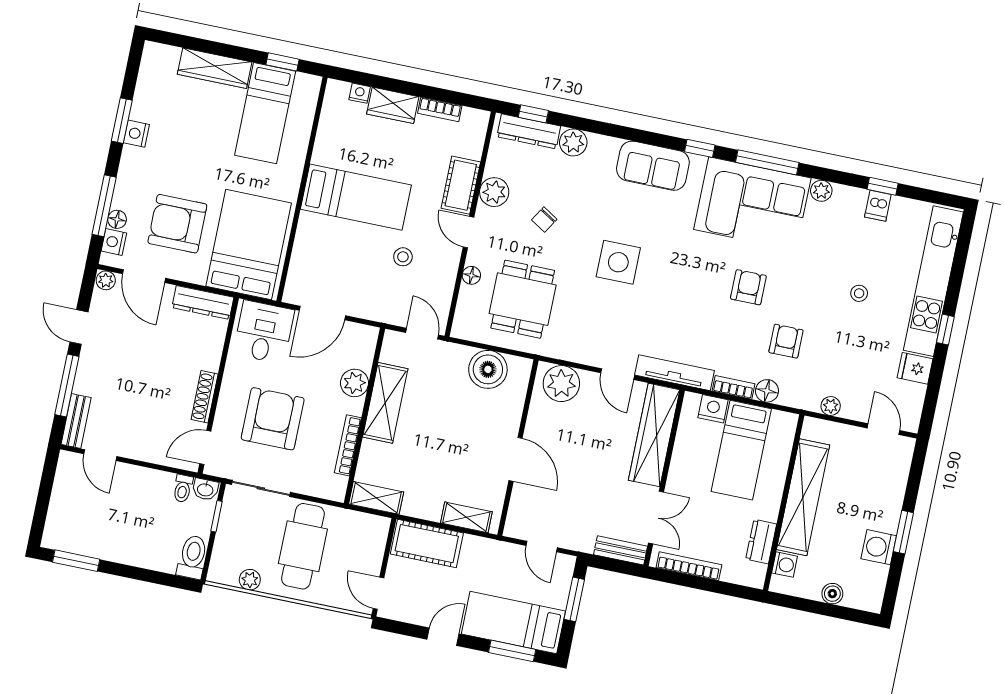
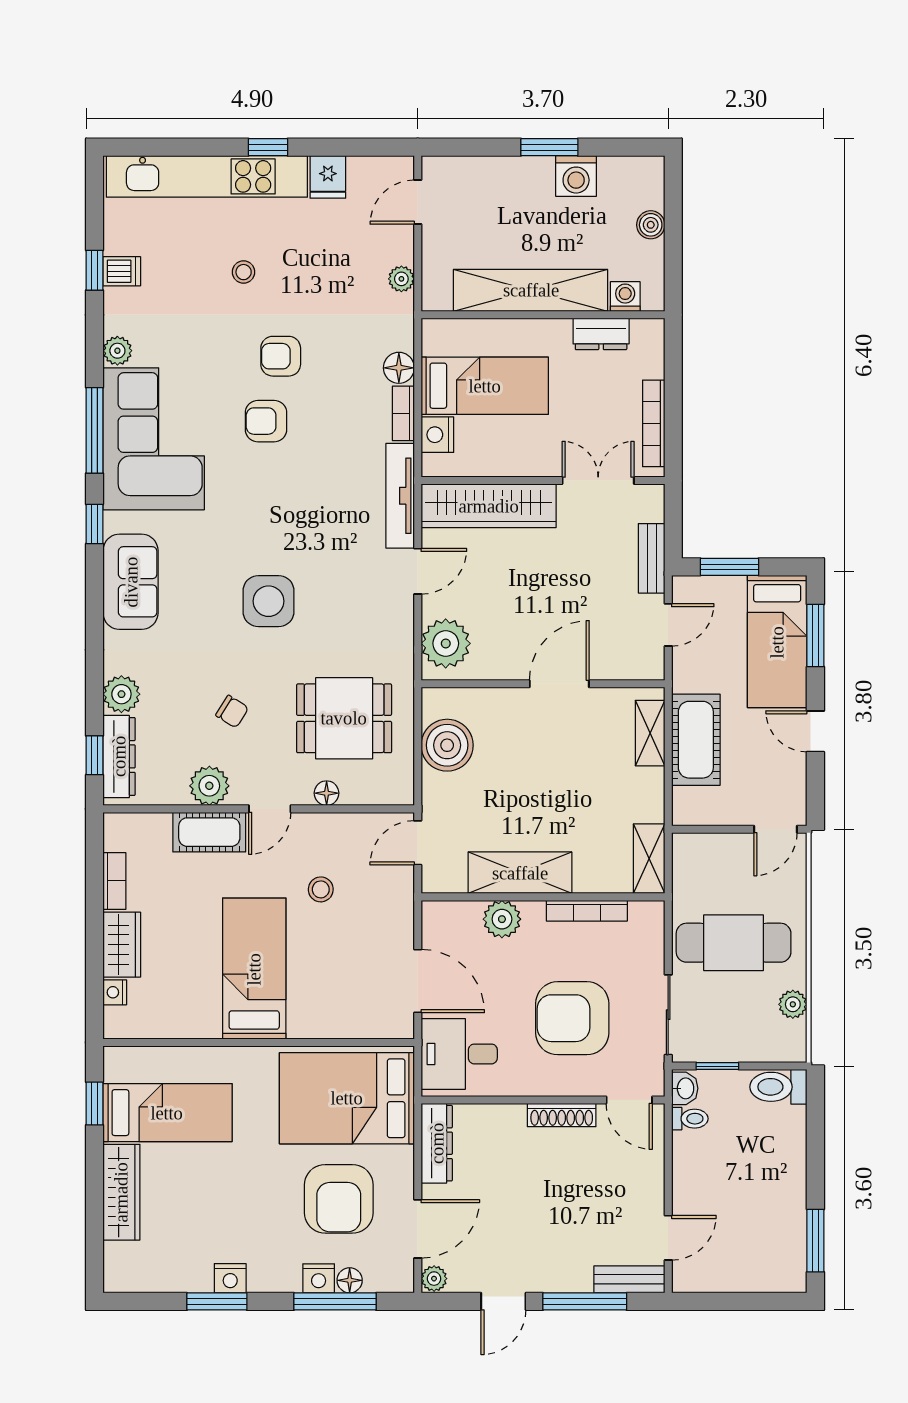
nightstand: (114, 242) -> (319, 1278), moved
armchair: (786, 341) -> (281, 356), moved
cot: (427, 544) -> (696, 740), moved
bench: (621, 550) -> (652, 558), moved

